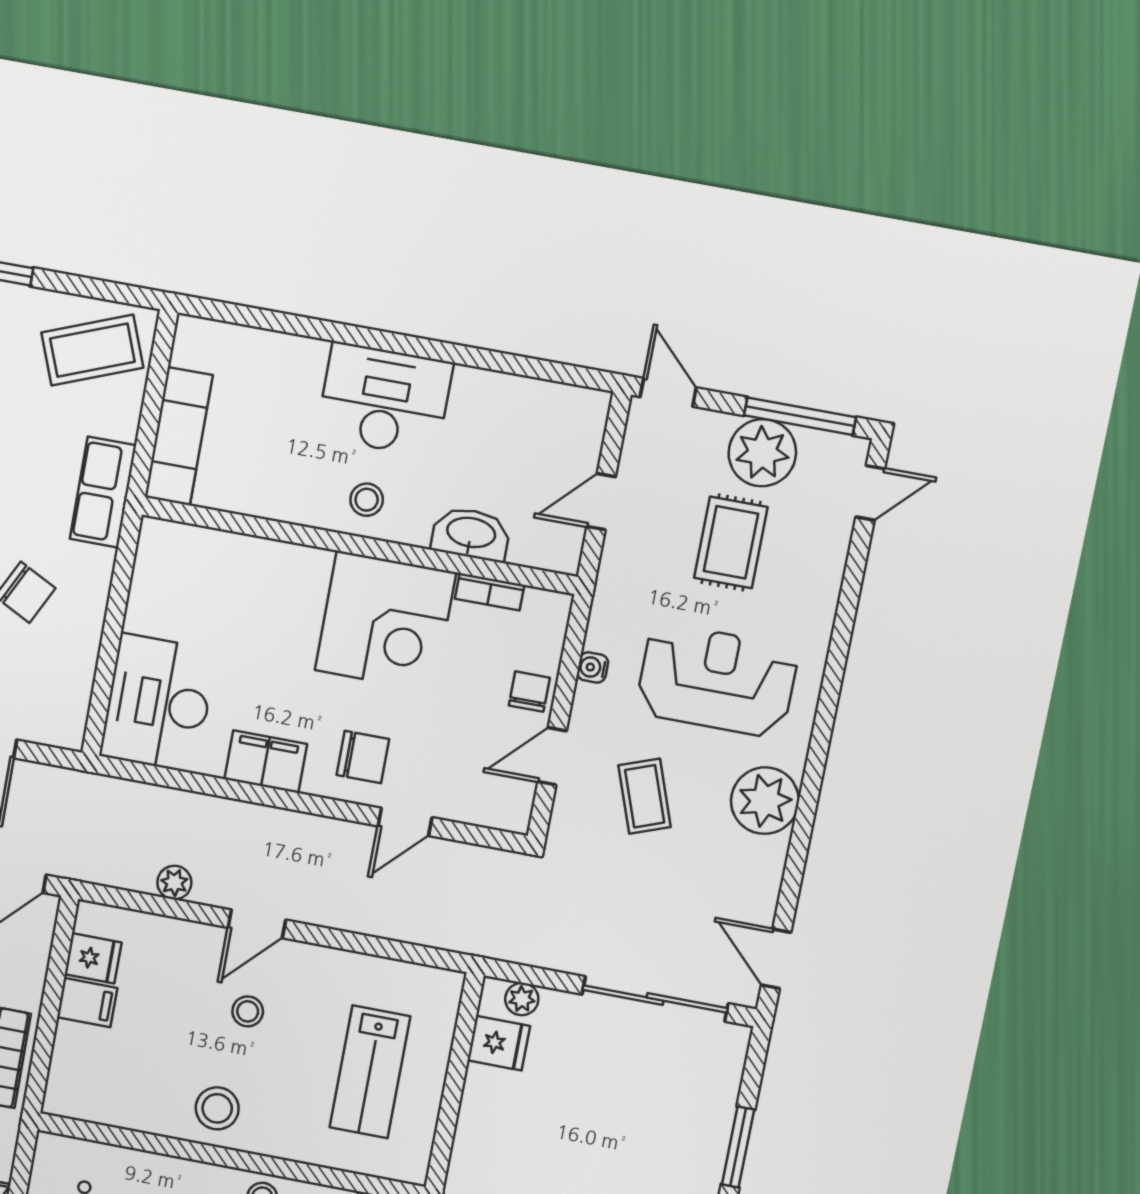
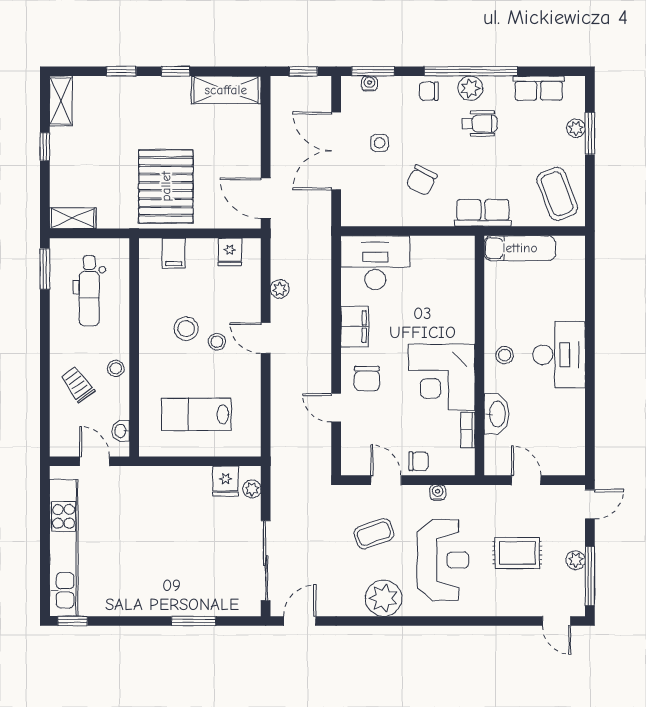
plant: (762, 453) -> (576, 560), width x0.53, depth x0.53
filing cabinet: (87, 1003) -> (174, 253), moved
stool: (217, 1108) -> (186, 329), moved

